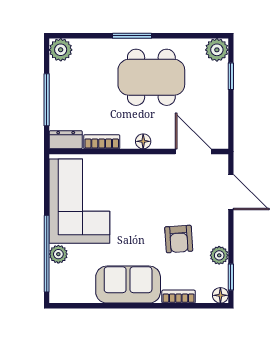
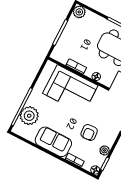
dresser: (66, 140) -> (59, 57), removed
corner sofa: (79, 201) -> (70, 89), moved, turned 90
plant: (58, 254) -> (29, 116), width x1.87, depth x1.87

